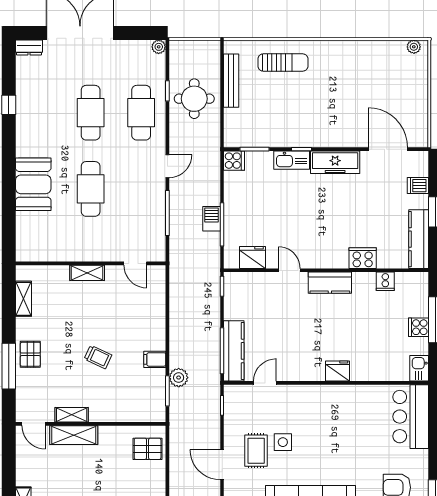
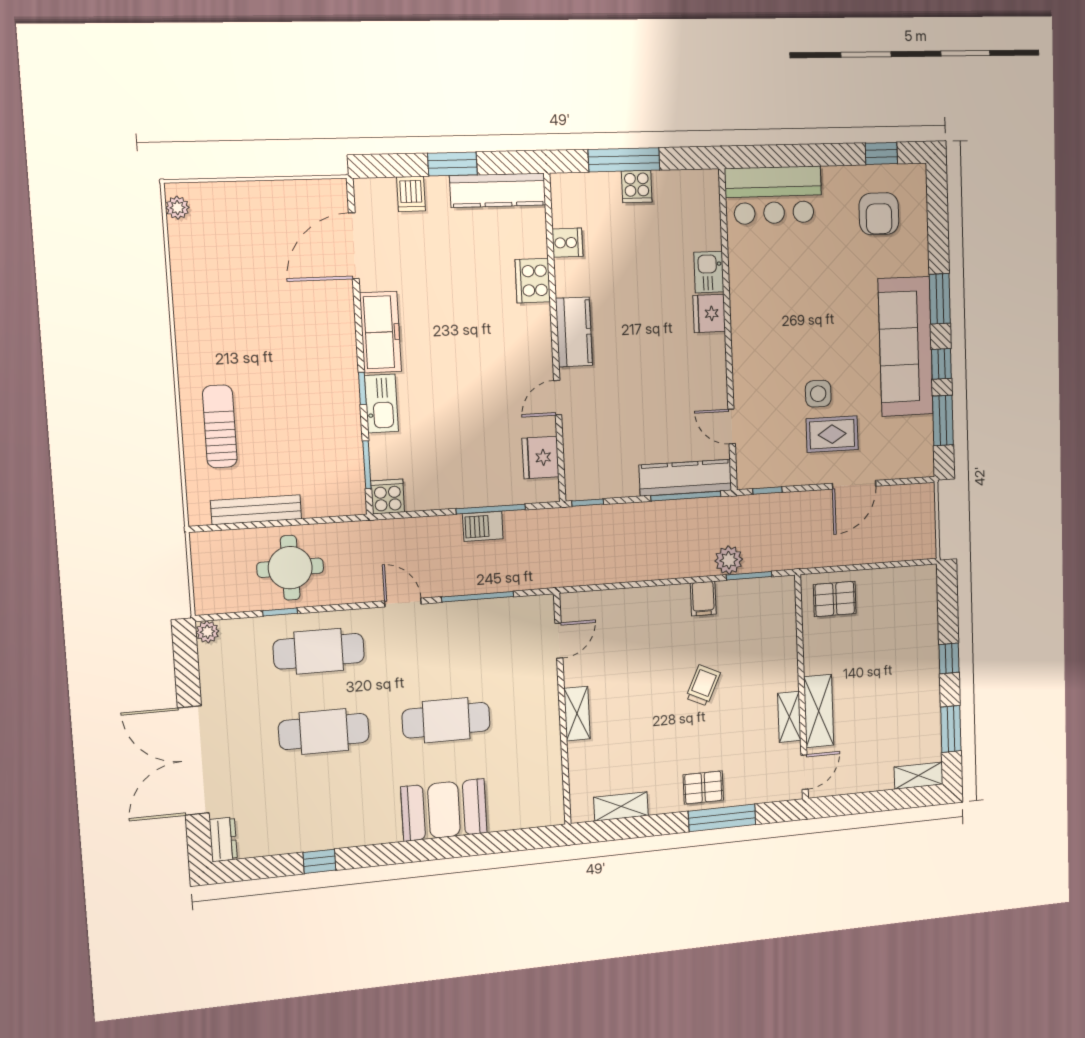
kitchen sink: (419, 368) -> (709, 272), moved, turned 90
pallet: (148, 449) -> (835, 599), turned 90

